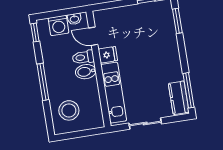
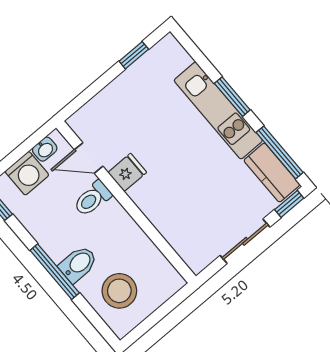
window: (177, 21) -> (232, 97), moved
bidet: (86, 72) -> (78, 264), moved, turned 180
kitchen unit: (114, 93) -> (218, 110), moved, turned 180
window: (178, 118) -> (289, 204), added

